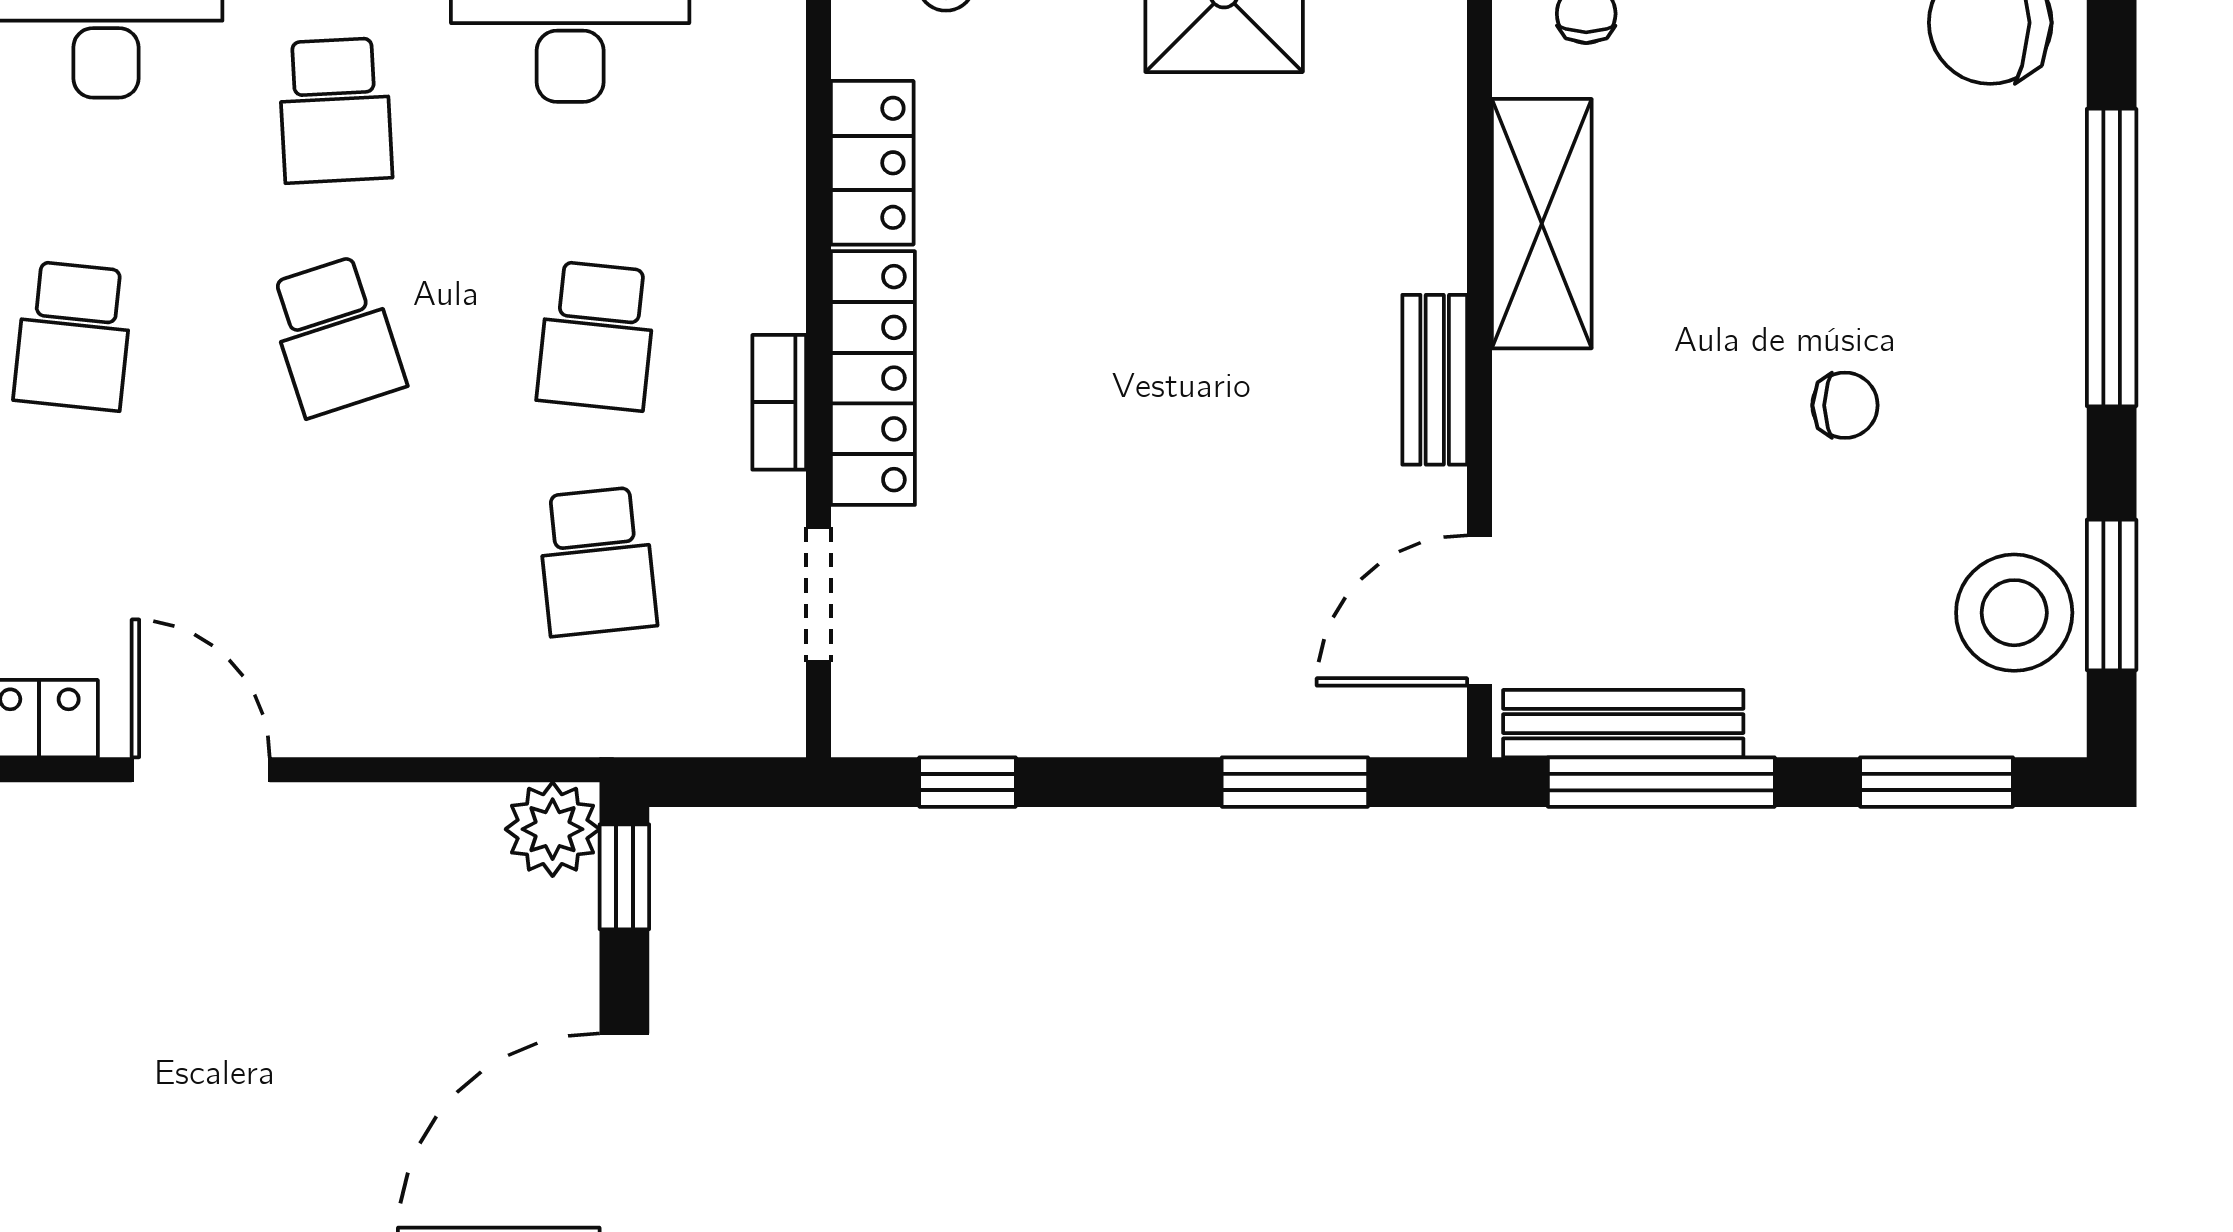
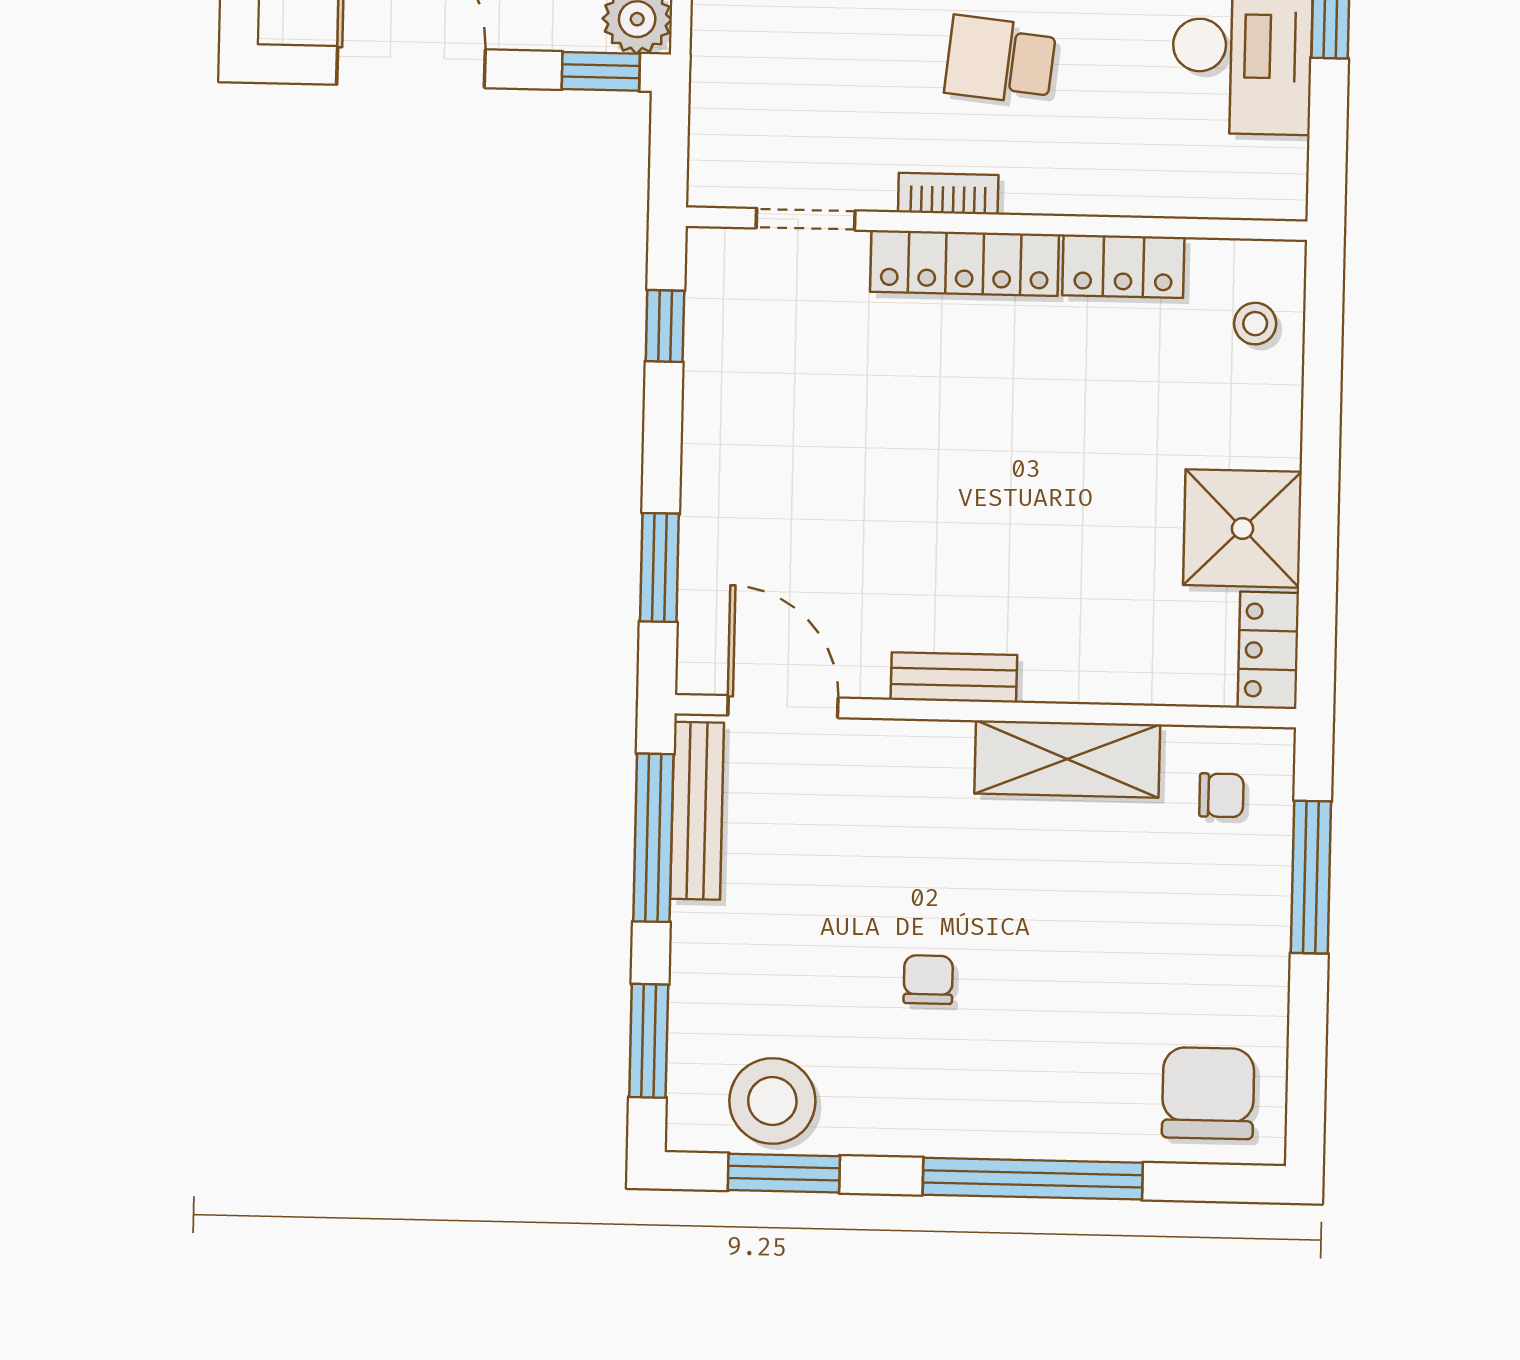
chair: (1845, 405) -> (928, 980), turned 180
school desk: (597, 561) -> (834, 56), removed

